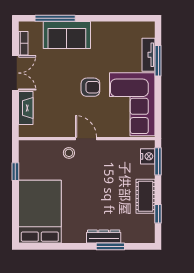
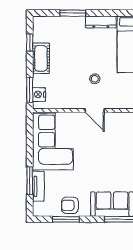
window: (118, 18) -> (66, 219), added
armchair: (90, 87) -> (70, 205), moved
stool: (69, 153) -> (95, 79), moved
dresser: (104, 237) -> (101, 22), moved

